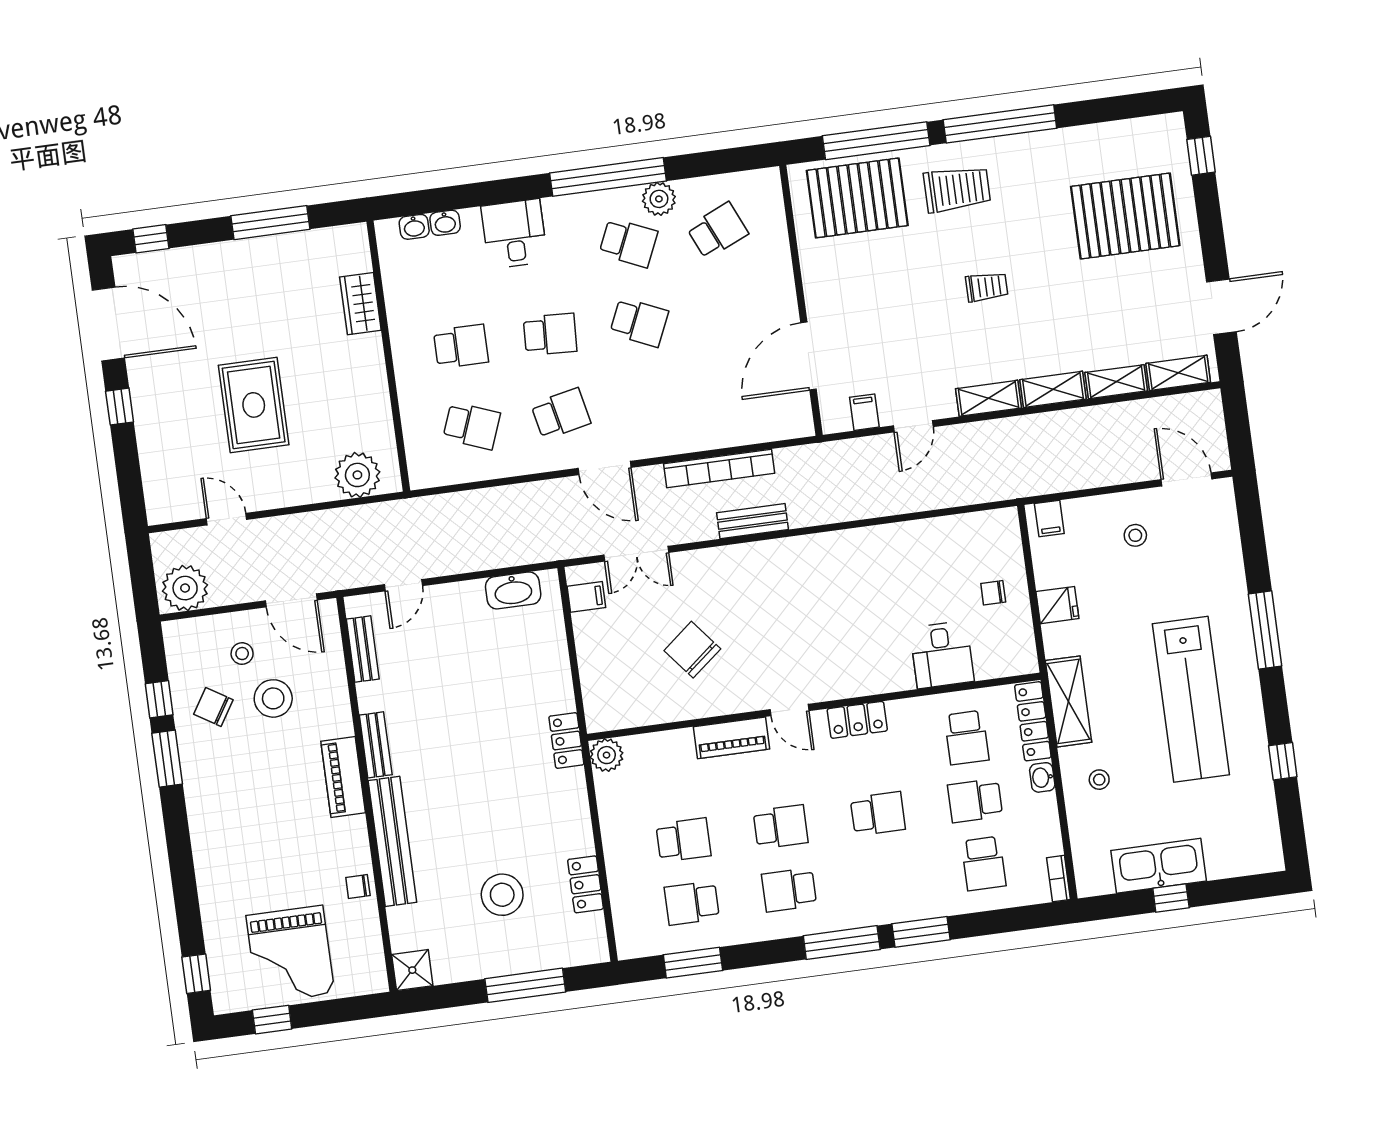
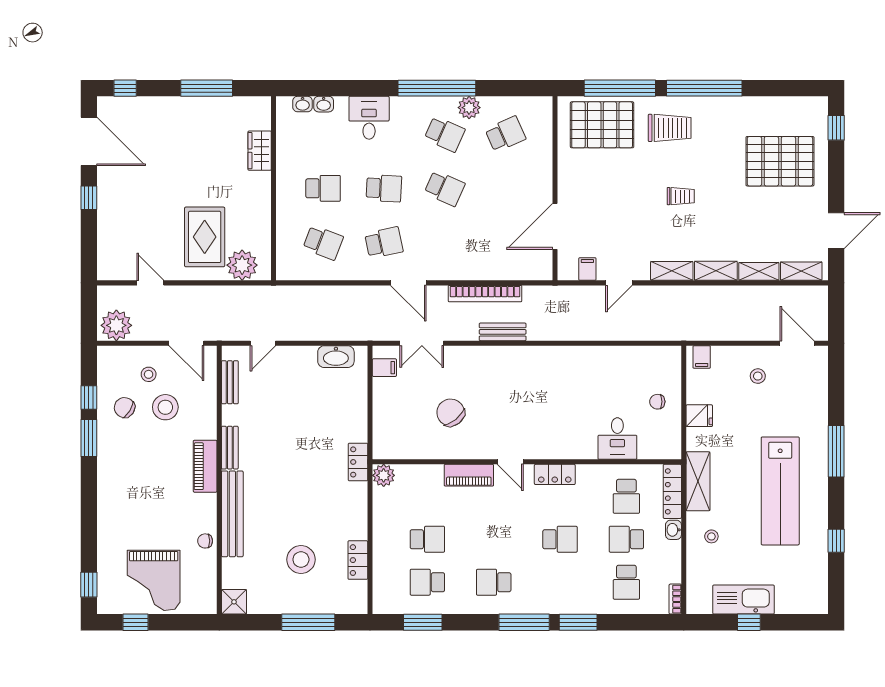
rug: (254, 405) -> (205, 237), moved
school desk: (781, 827) -> (494, 539), removed

